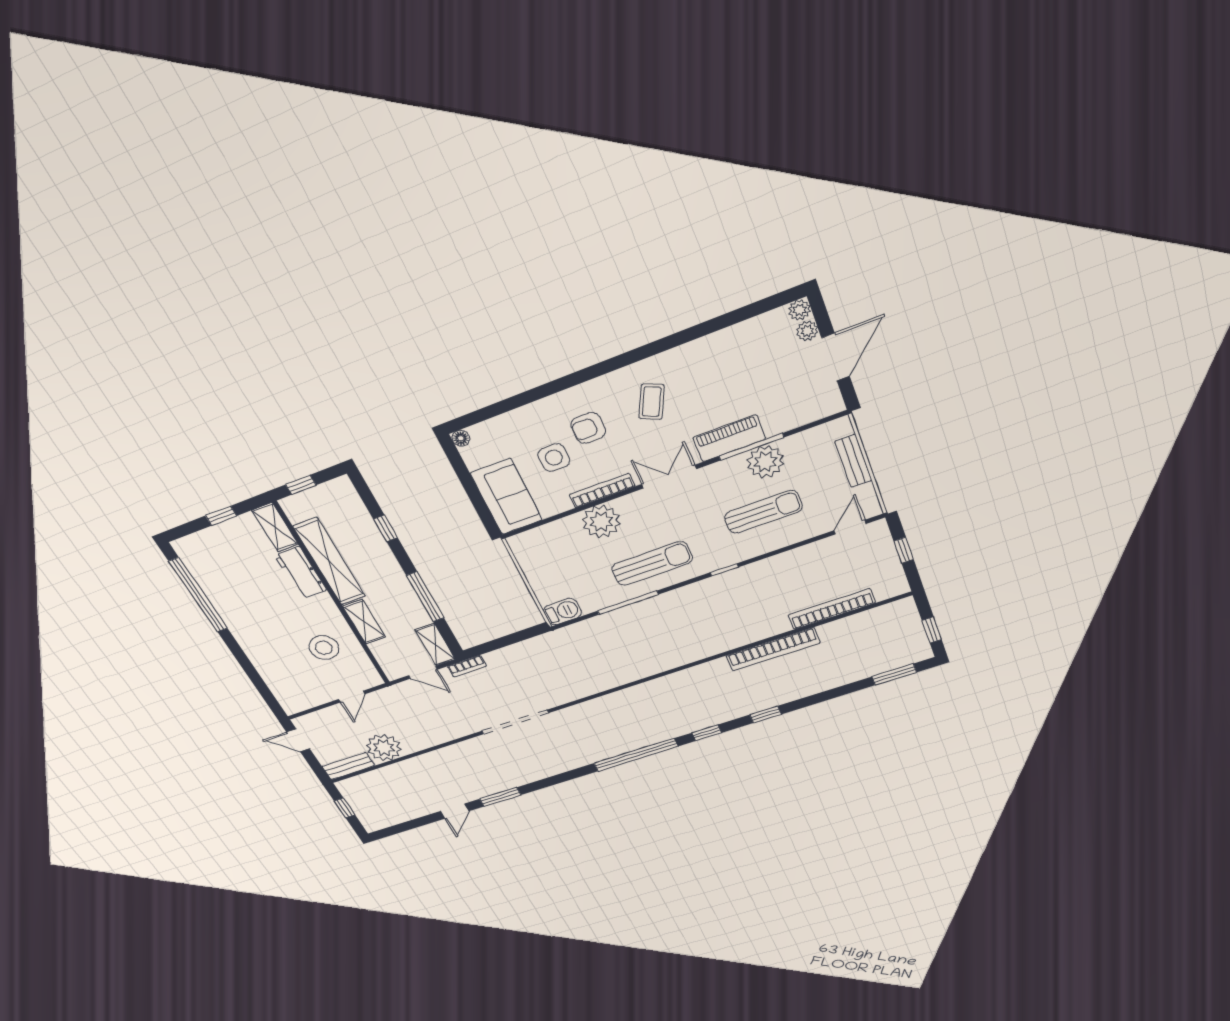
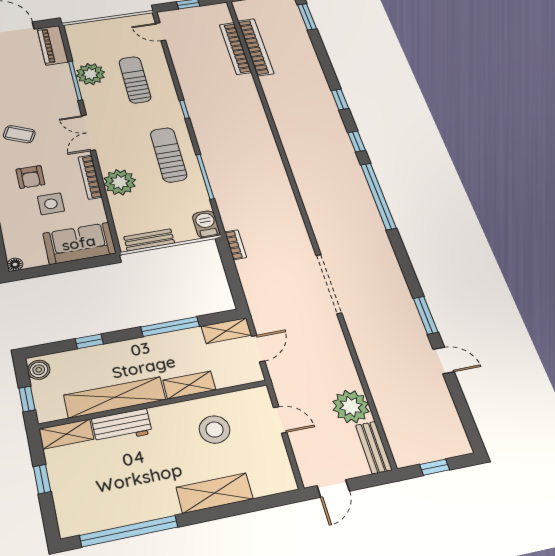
piano: (729, 438) -> (53, 45), moved
bench: (853, 461) -> (149, 240), moved
boiler: (338, 489) -> (39, 370), added
bookcase: (773, 649) -> (256, 47), moved
shelving: (260, 655) -> (215, 493), added
bookcase: (467, 666) -> (235, 245), moved

